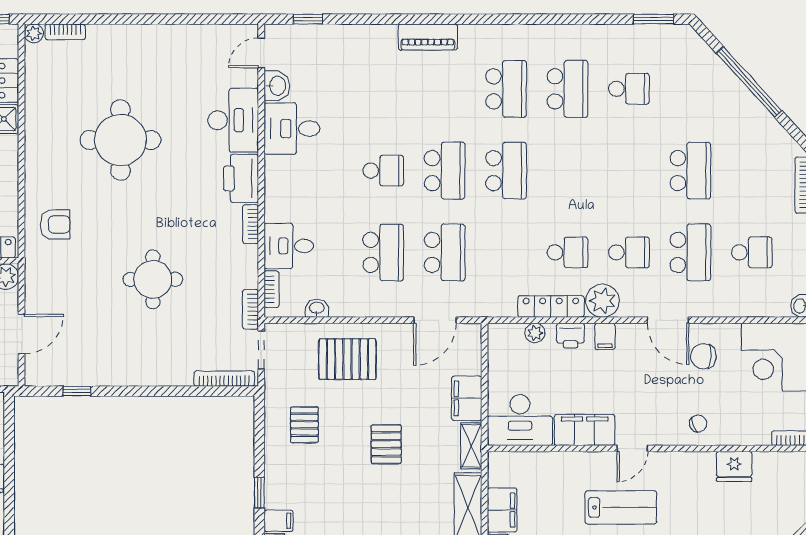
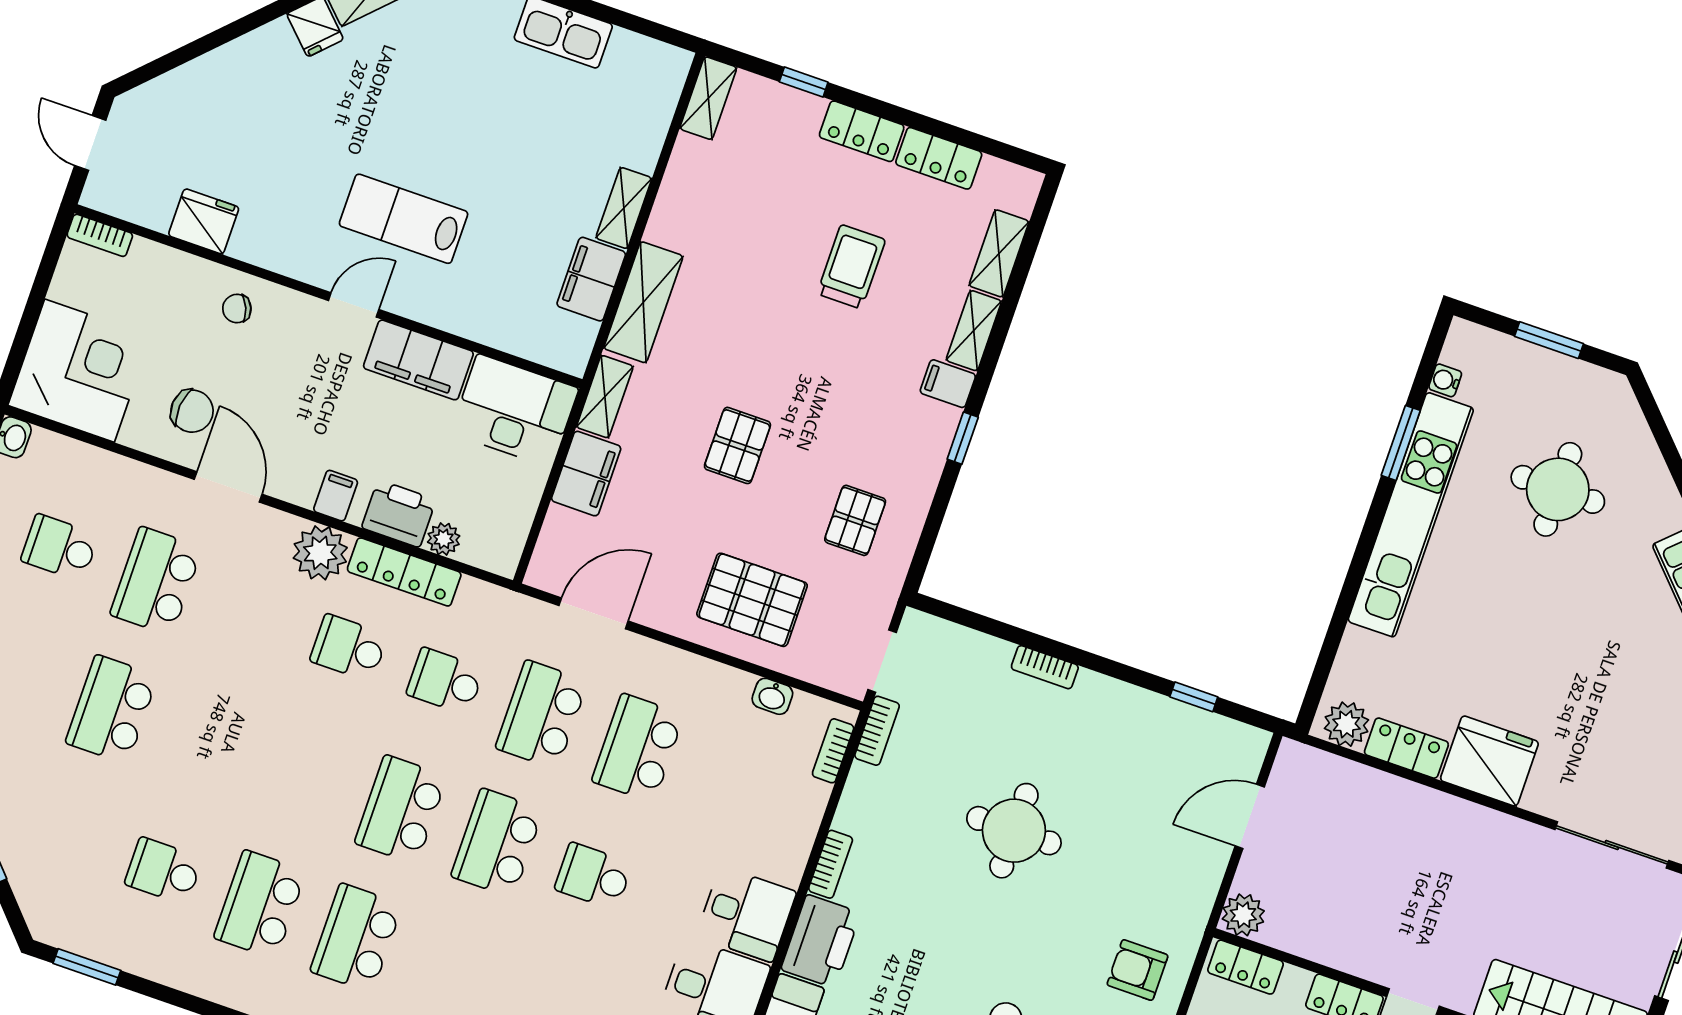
desk: (289, 246) -> (746, 914), moved
school desk: (629, 252) -> (445, 681), moved
printer: (571, 336) -> (399, 514), width x1.36, depth x1.24
bookcase: (224, 379) -> (1045, 667), moved, width x0.64

